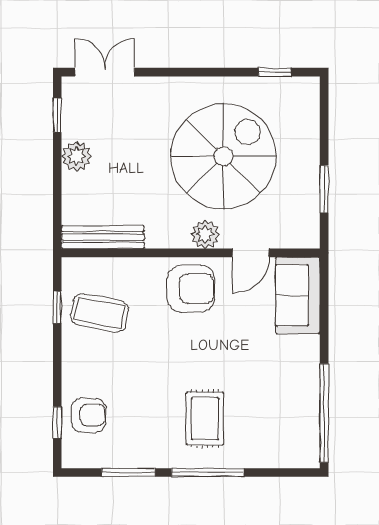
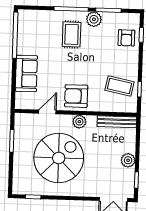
spiral stairs: (223, 156) -> (59, 158), turned 180
plant: (205, 234) -> (79, 122), moved
sofa: (298, 295) -> (26, 74), moved
armchair: (88, 415) -> (126, 38), turned -90
plant: (159, 452) -> (94, 19), added

